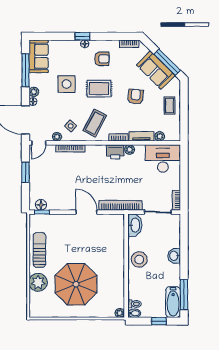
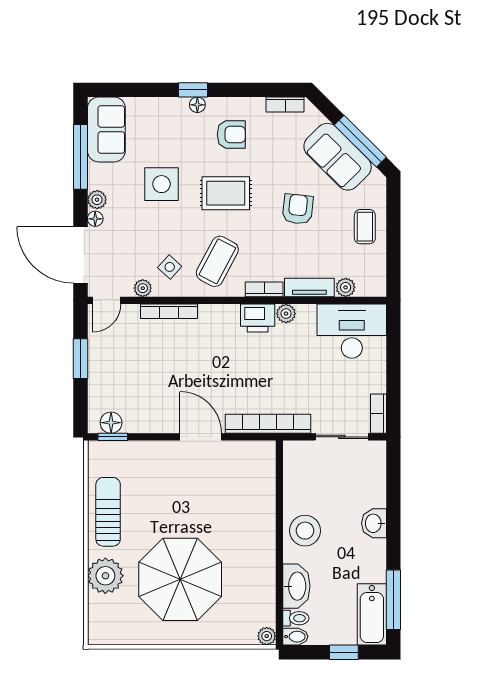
washbasin: (135, 225) -> (296, 586), moved

